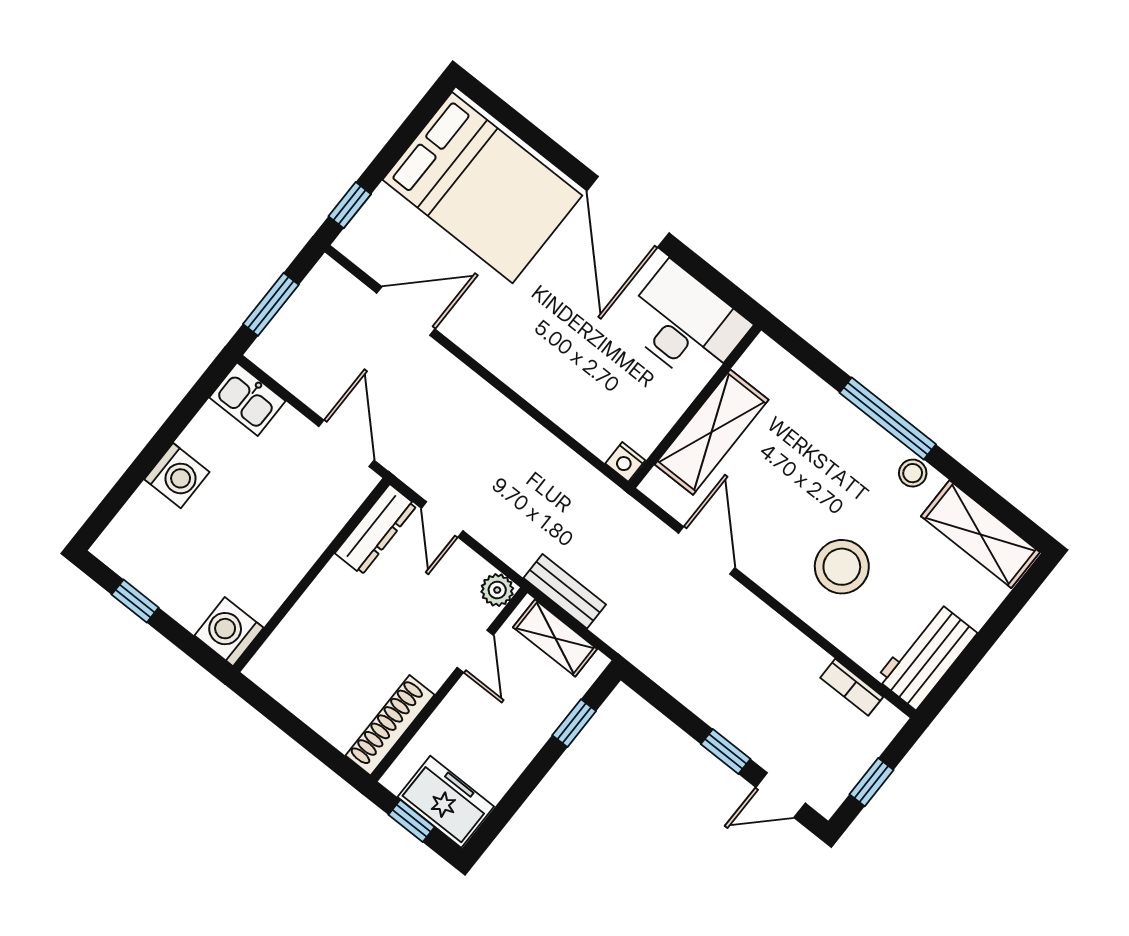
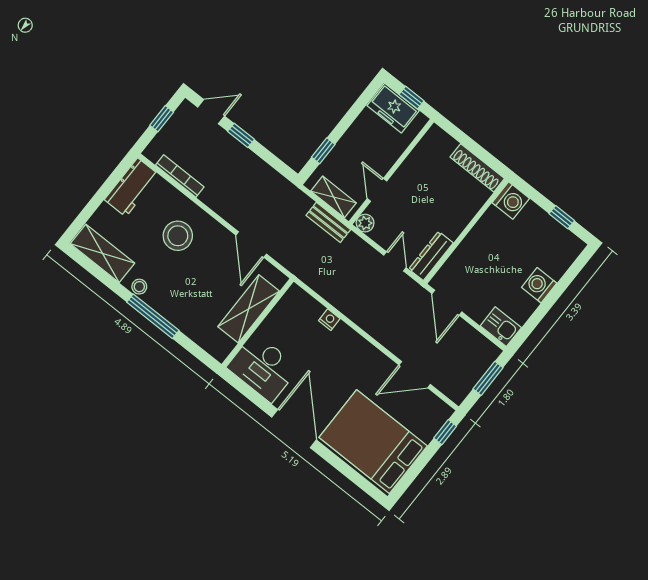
nightstand: (625, 462) -> (329, 320), moved
bookcase: (852, 687) -> (180, 176), width x1.56
shoe rack: (390, 725) -> (477, 168), moved, turned 90

